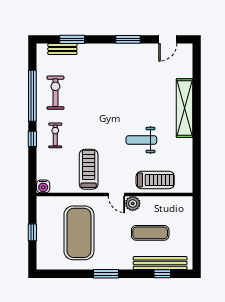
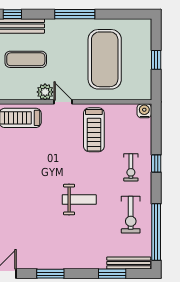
bench: (62, 49) -> (129, 263), width x1.36
window: (32, 96) -> (156, 232), moved
weight bench: (141, 140) -> (79, 200), moved
window: (106, 274) -> (75, 14), width x1.44

